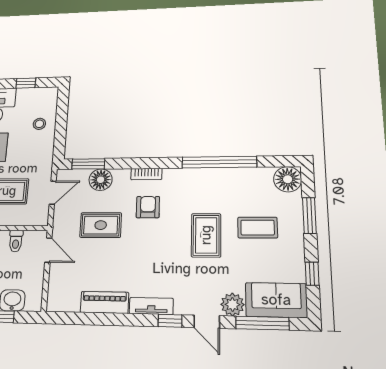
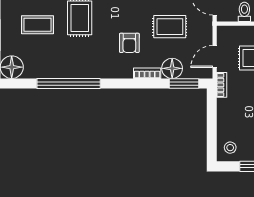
stool: (39, 124) -> (230, 148), moved
bookcase: (47, 163) -> (222, 85), added
bookcase: (146, 174) -> (147, 73), moved

